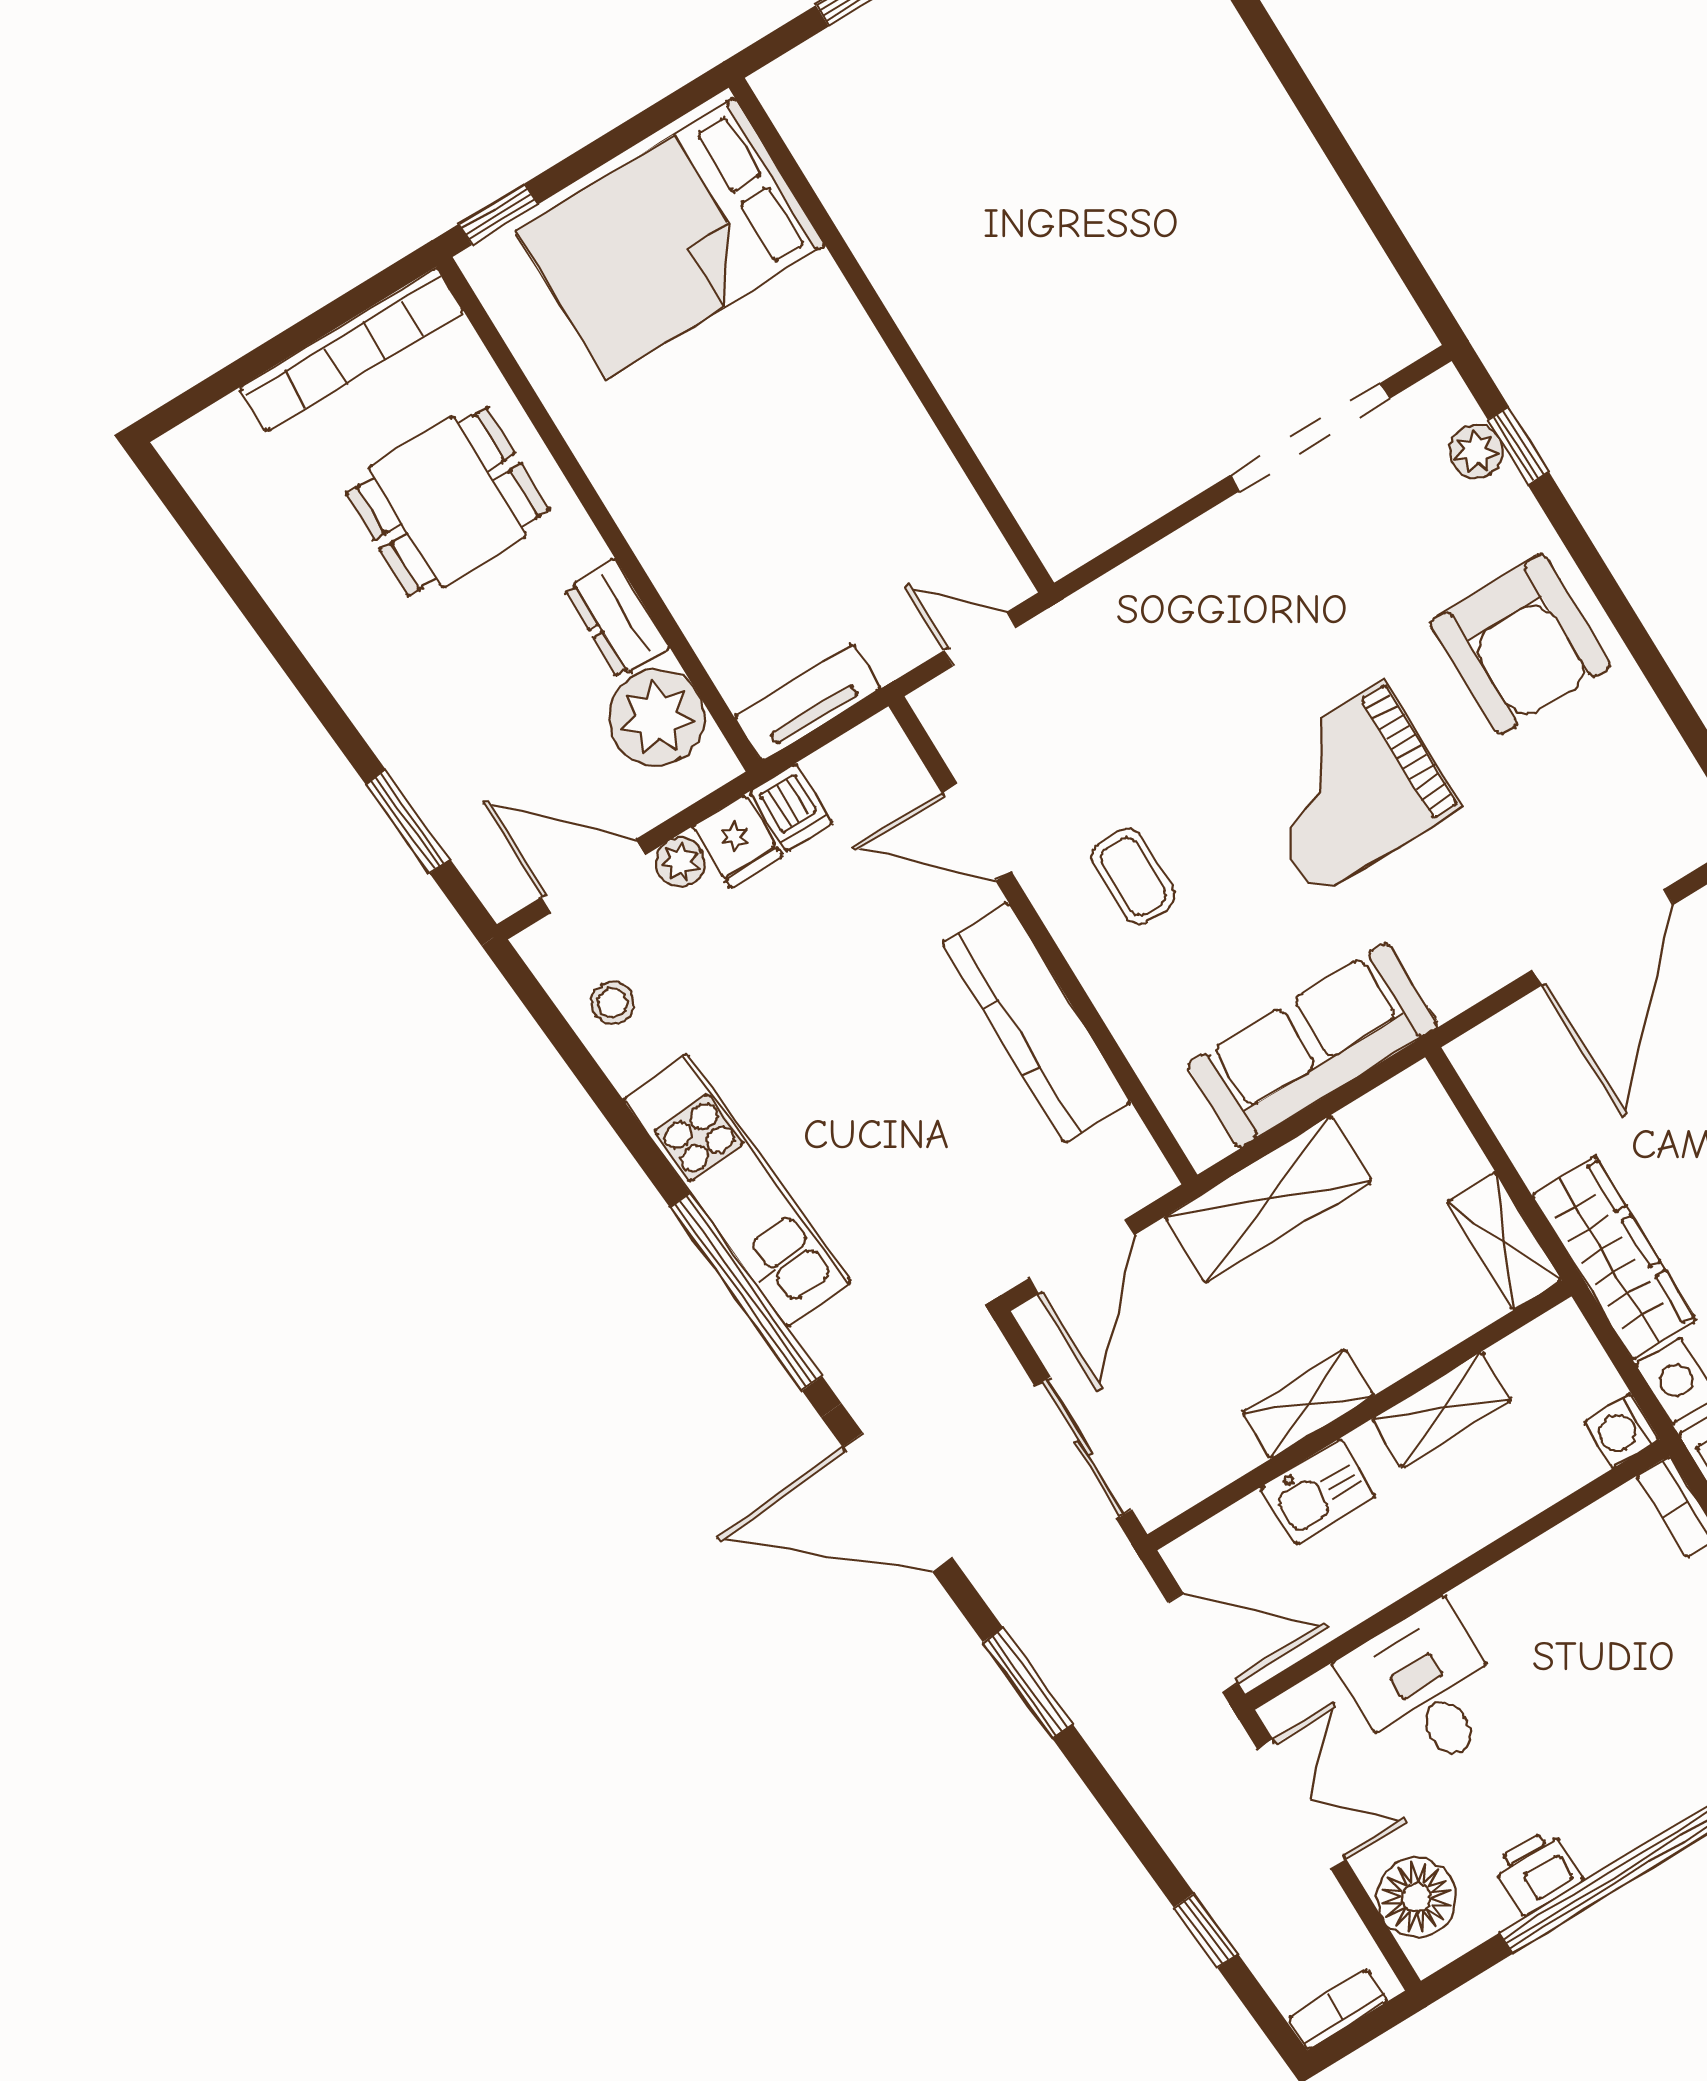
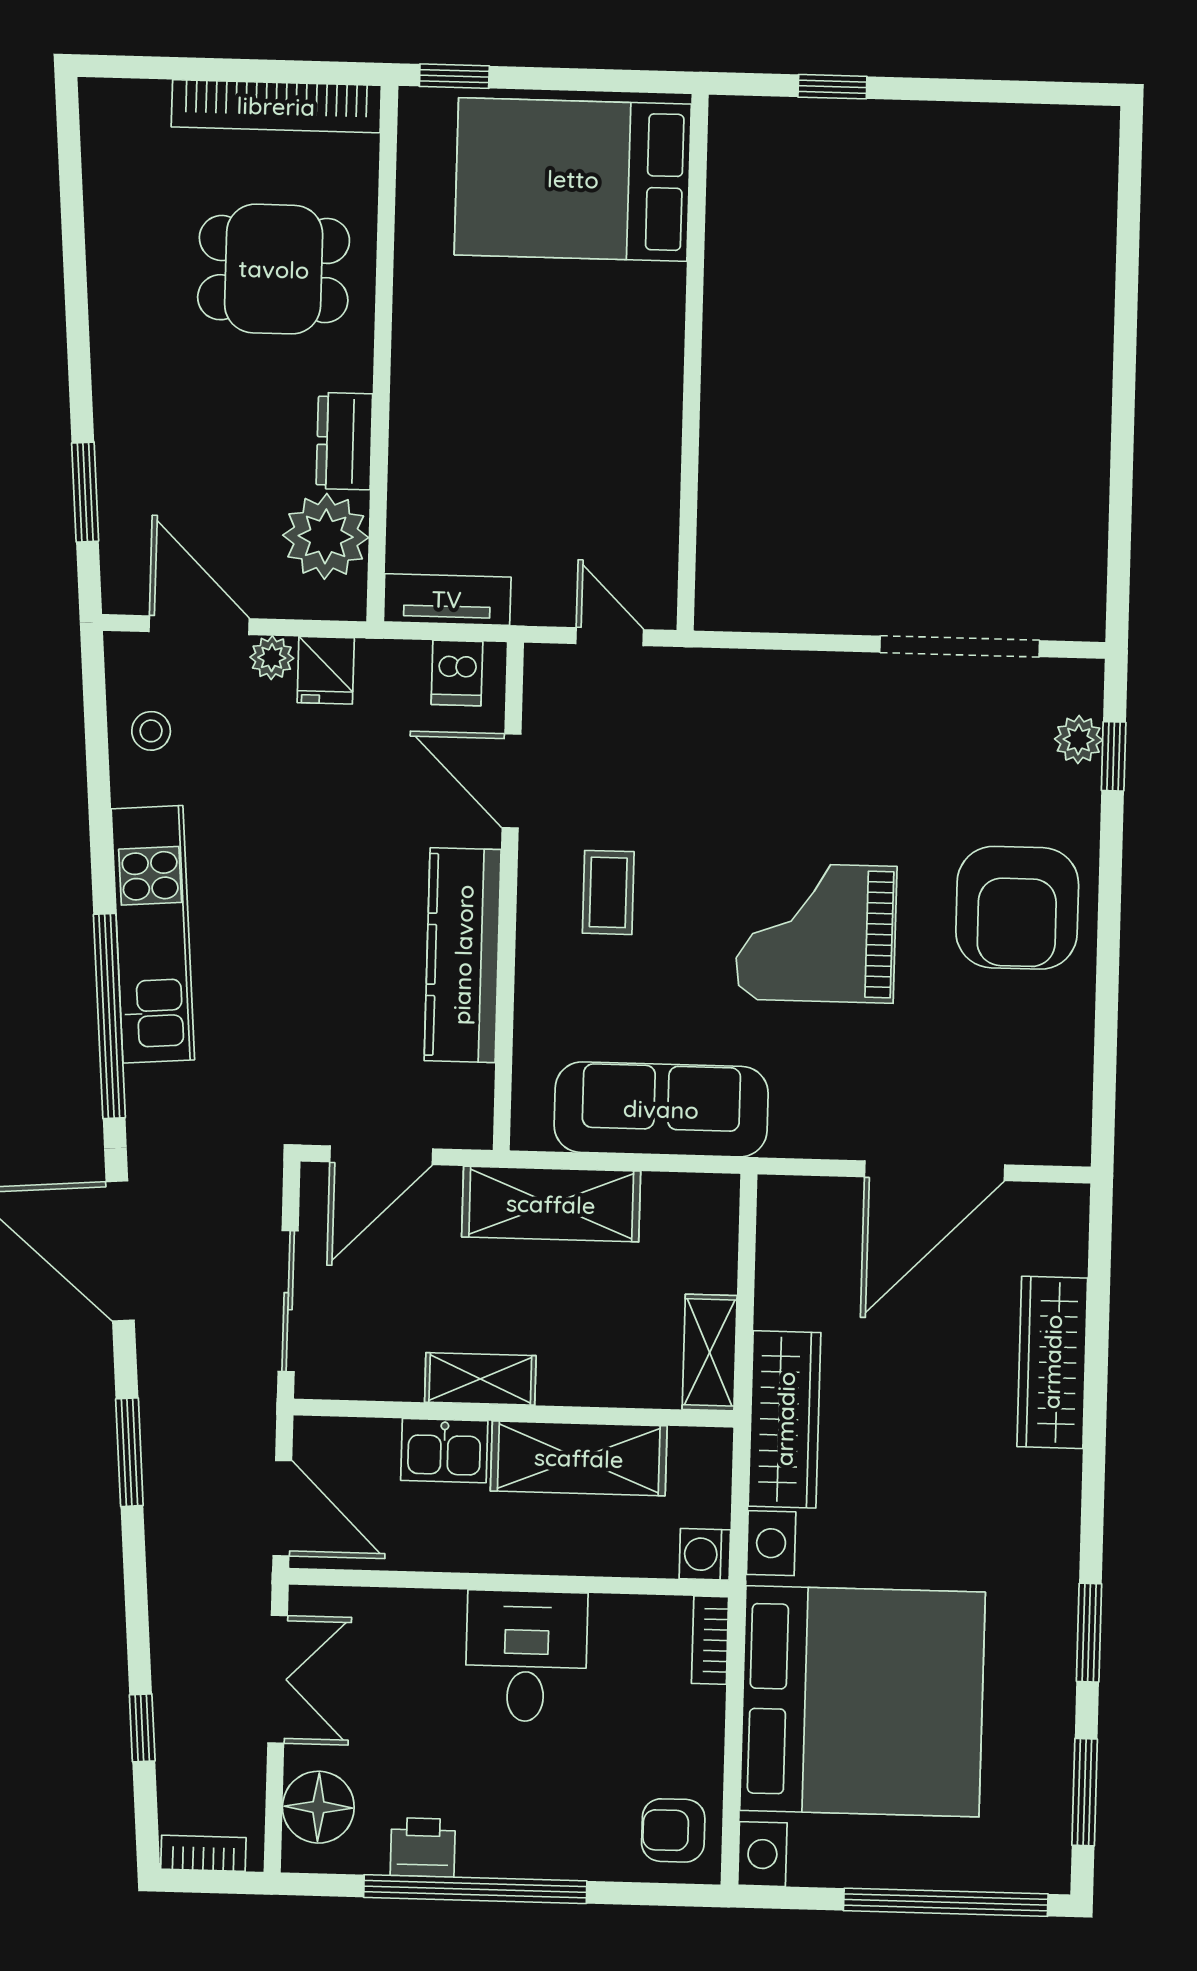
dishwasher: (791, 808) -> (457, 673), moved
shelving: (1442, 1410) -> (579, 1458), width x1.50, depth x1.33
desk: (1425, 1690) -> (526, 1656), moved

